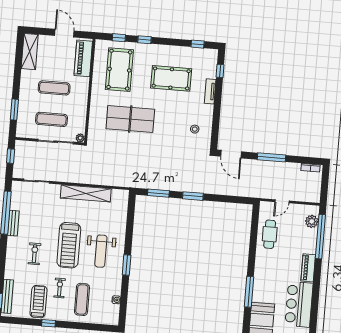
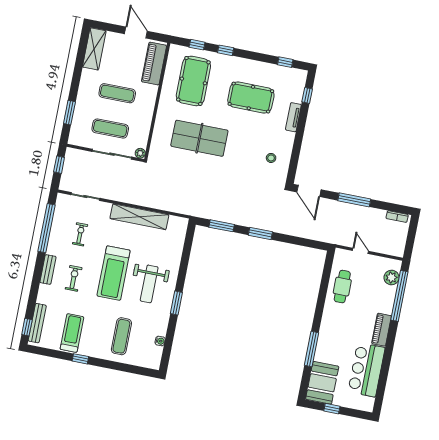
door: (282, 201) -> (360, 251), swing flipped
bench: (13, 223) -> (48, 269), moved
exercise bike: (60, 288) -> (80, 234), moved

